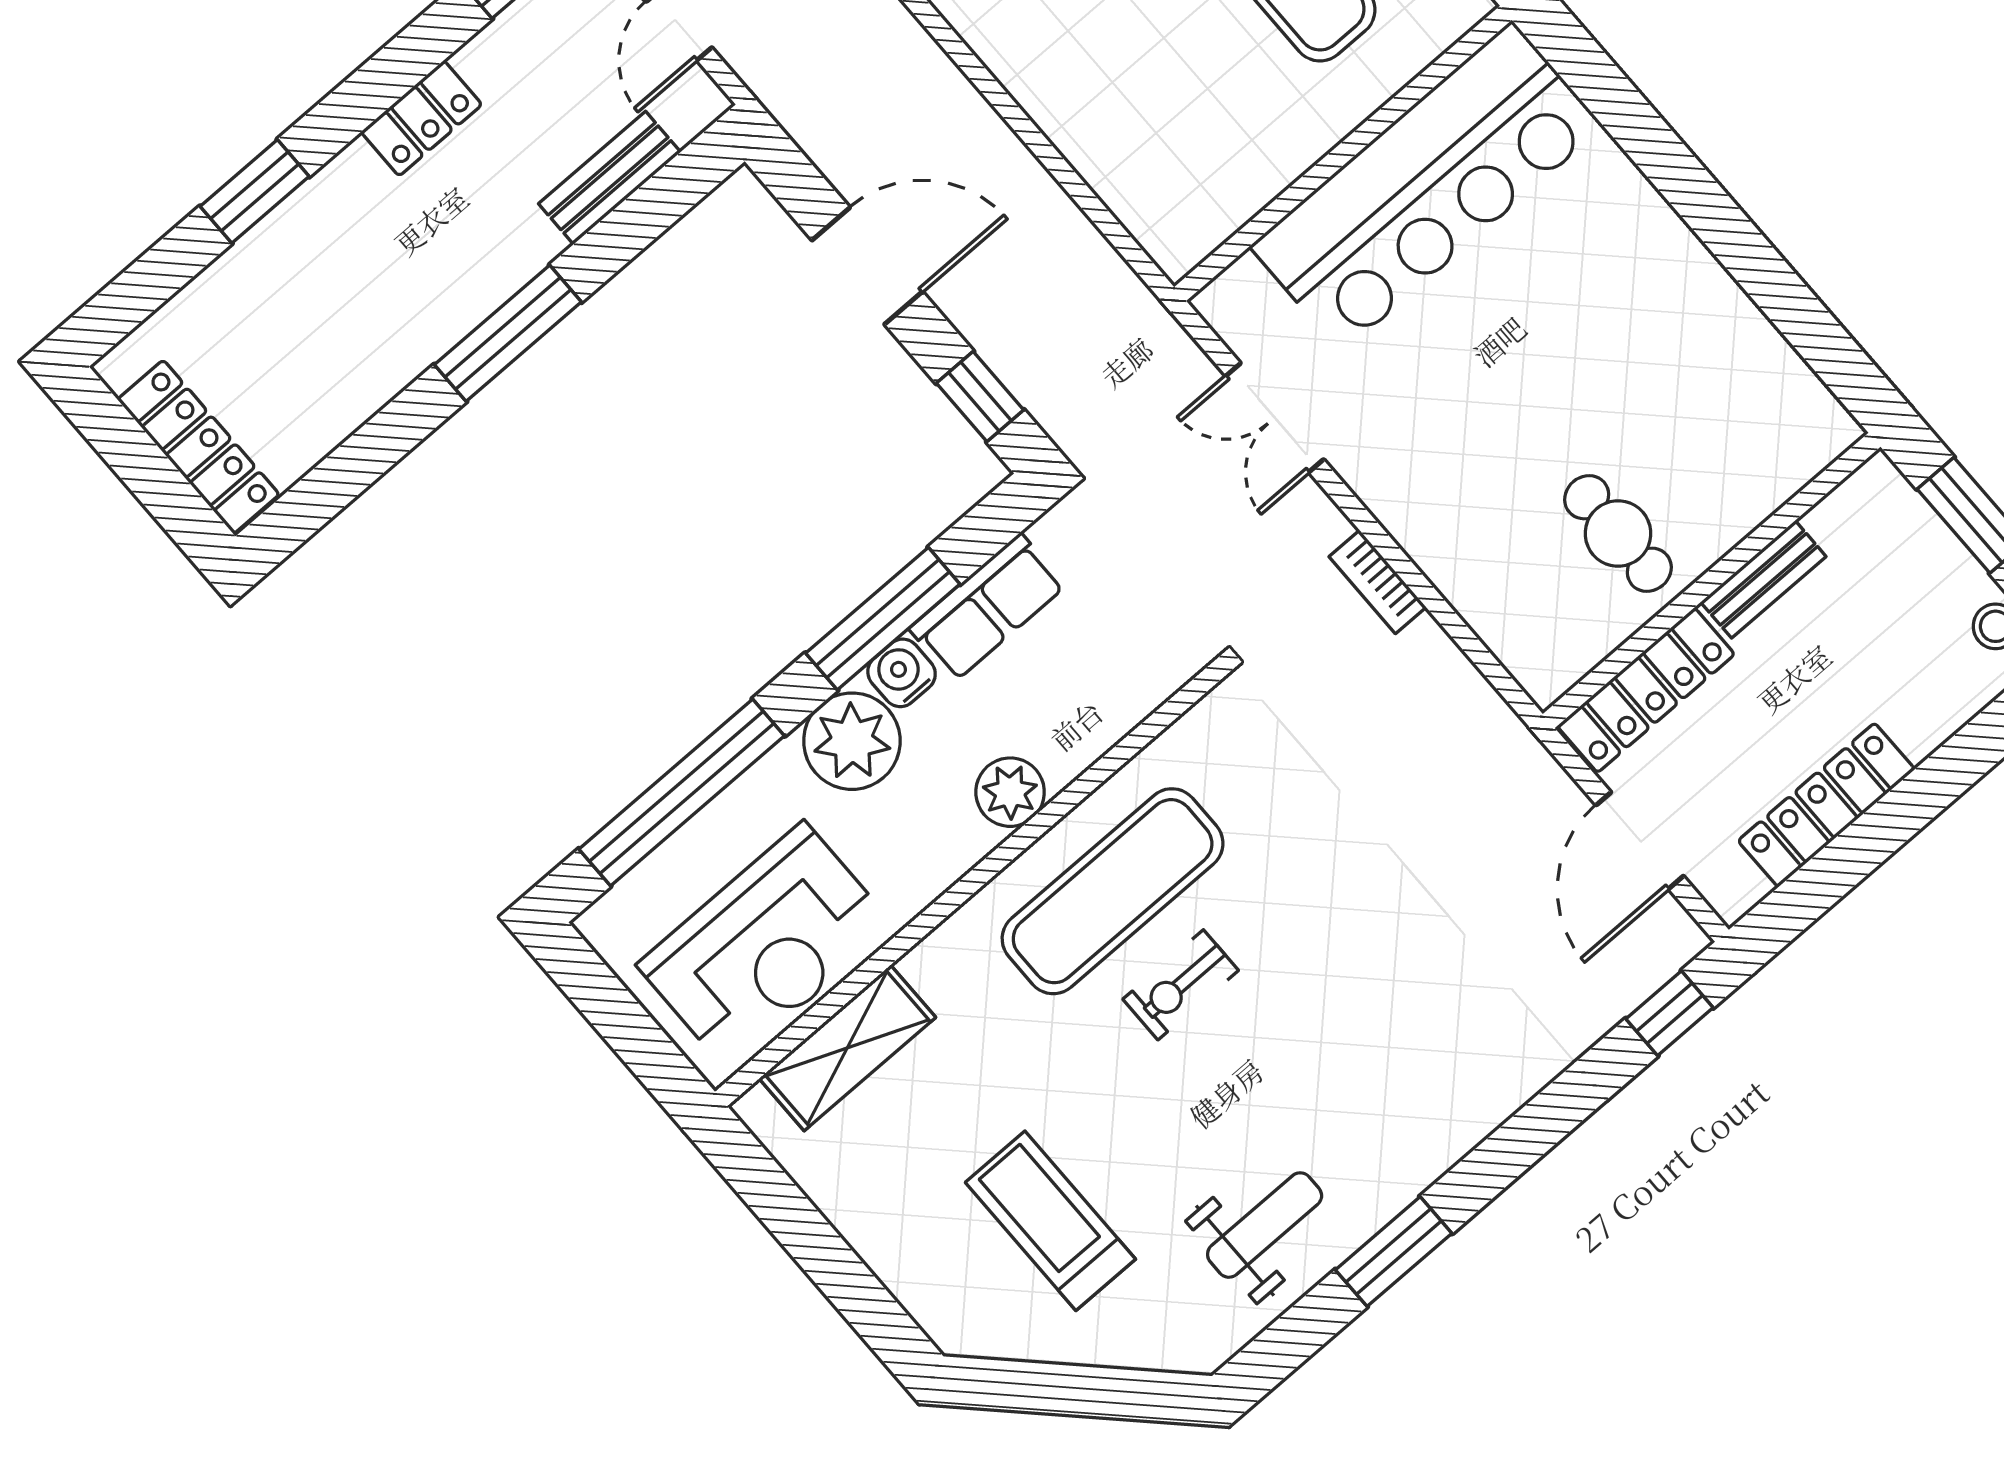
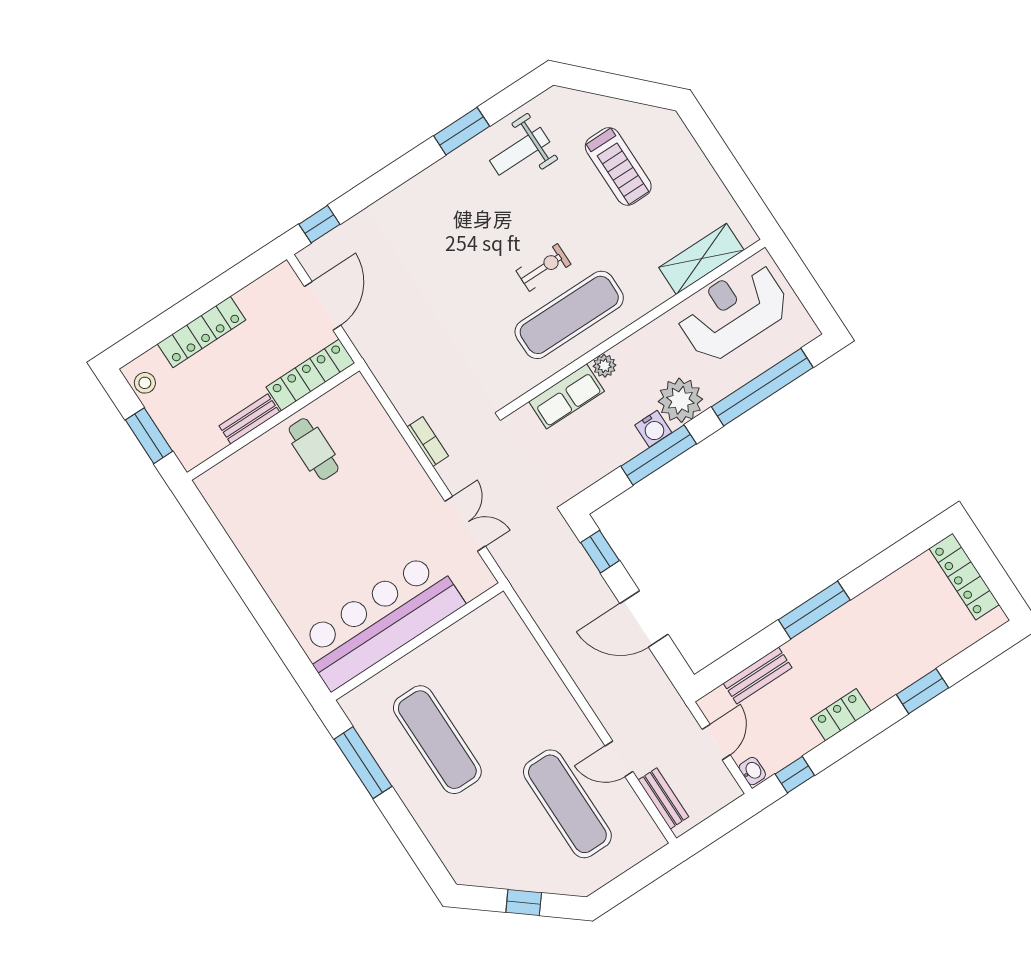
row of seats: (988, 607) -> (567, 396), moved, turned 180
plant: (1010, 792) -> (604, 366), width x0.73, depth x0.73
locker: (1826, 805) -> (202, 332), moved

